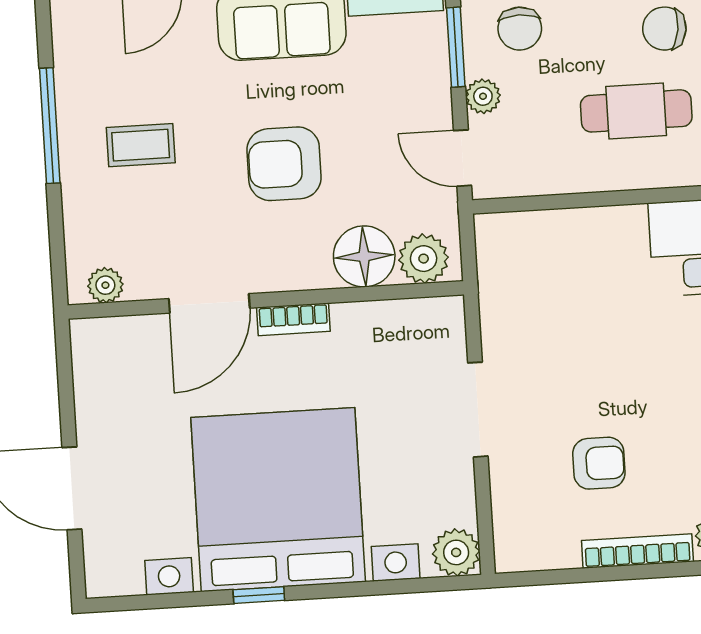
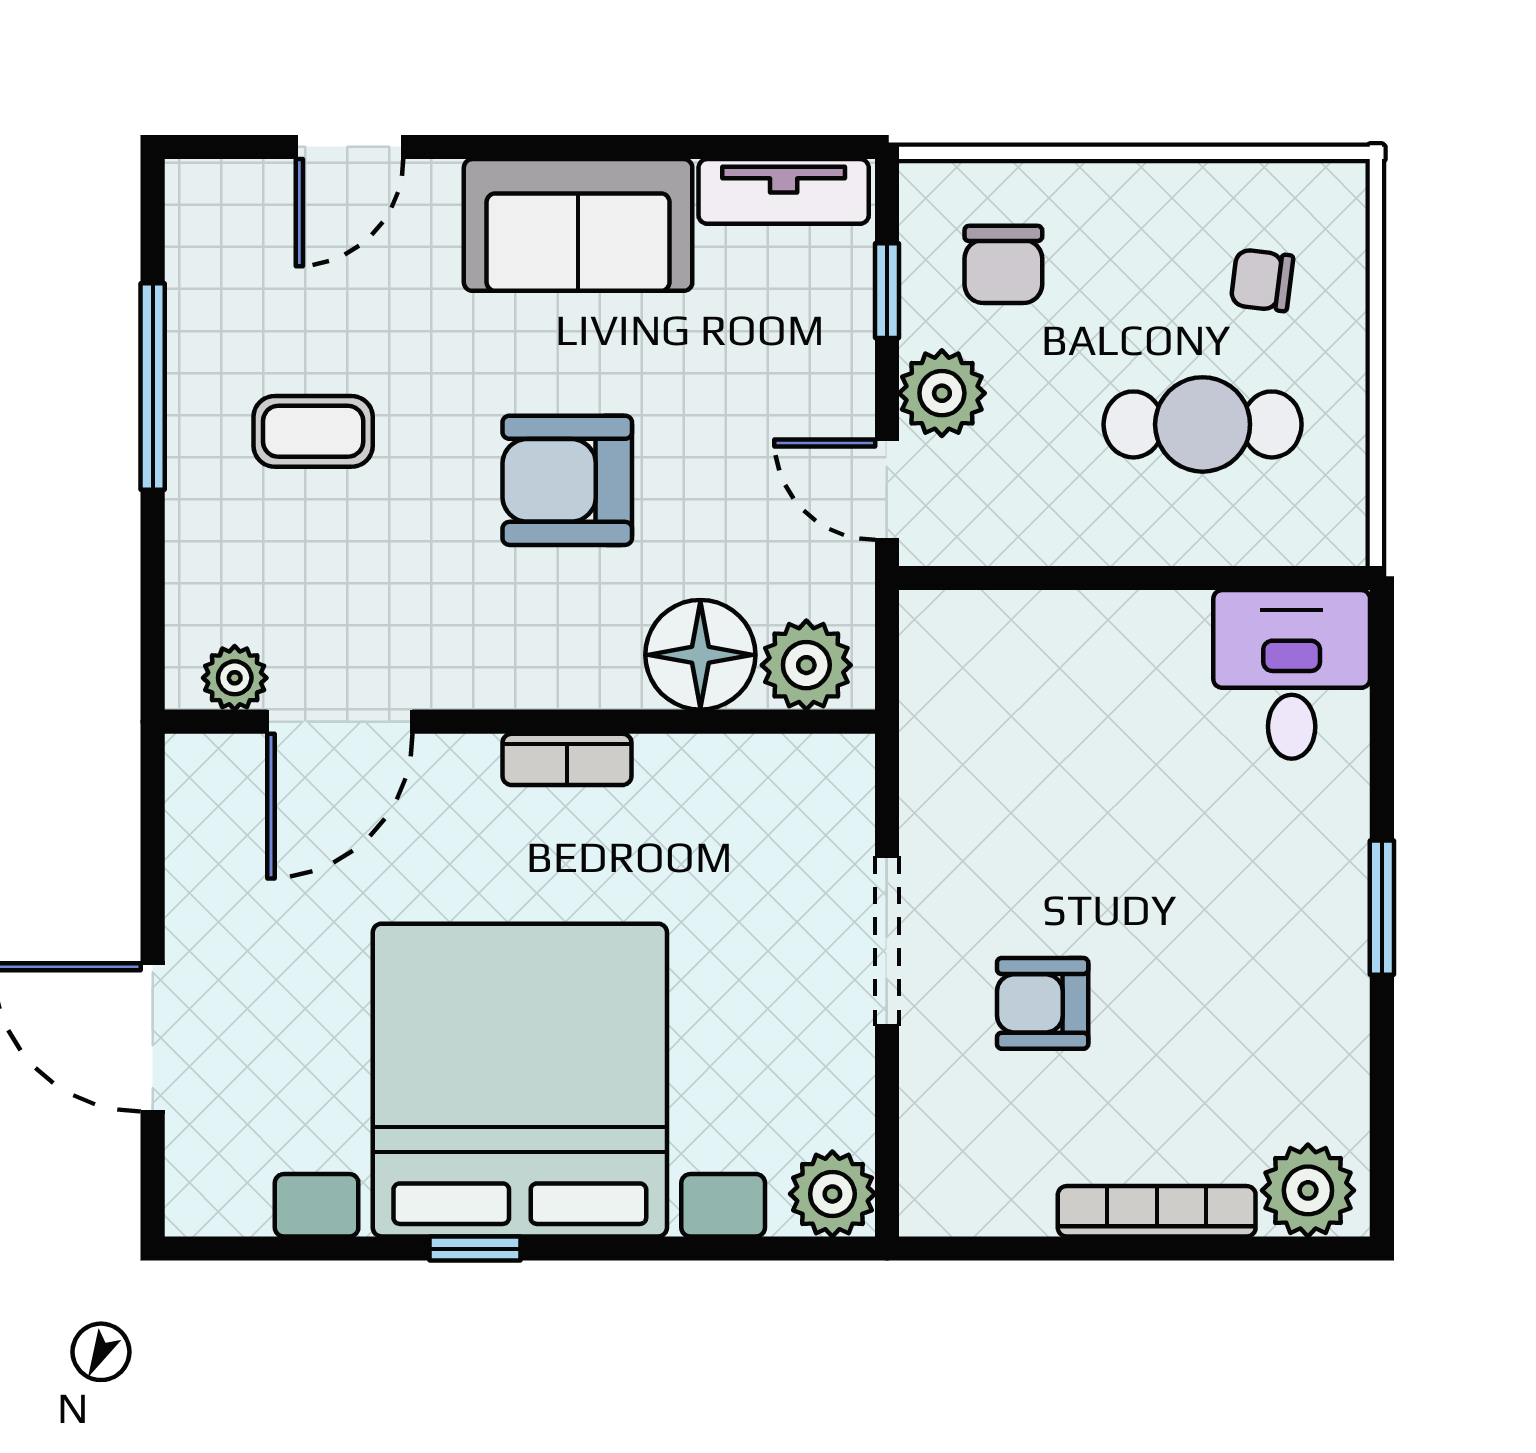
chair: (664, 29) -> (1262, 280), width x0.73, depth x0.73
window: (456, 47) -> (887, 291), width x0.67
plant: (483, 96) -> (942, 393), width x1.38, depth x1.38
door: (209, 303) -> (340, 722), moved
armchair: (599, 463) -> (1043, 1003), moved, turned 180

